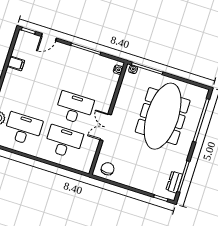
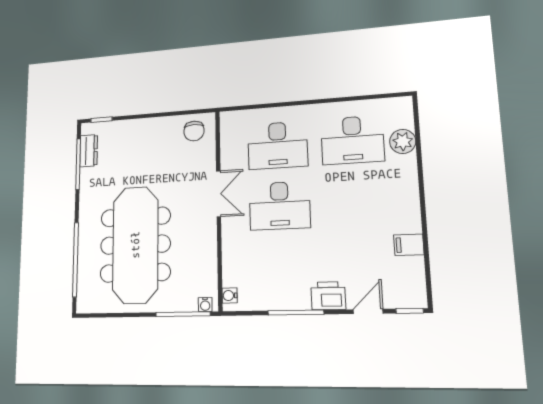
printer: (66, 52) -> (328, 296), added

